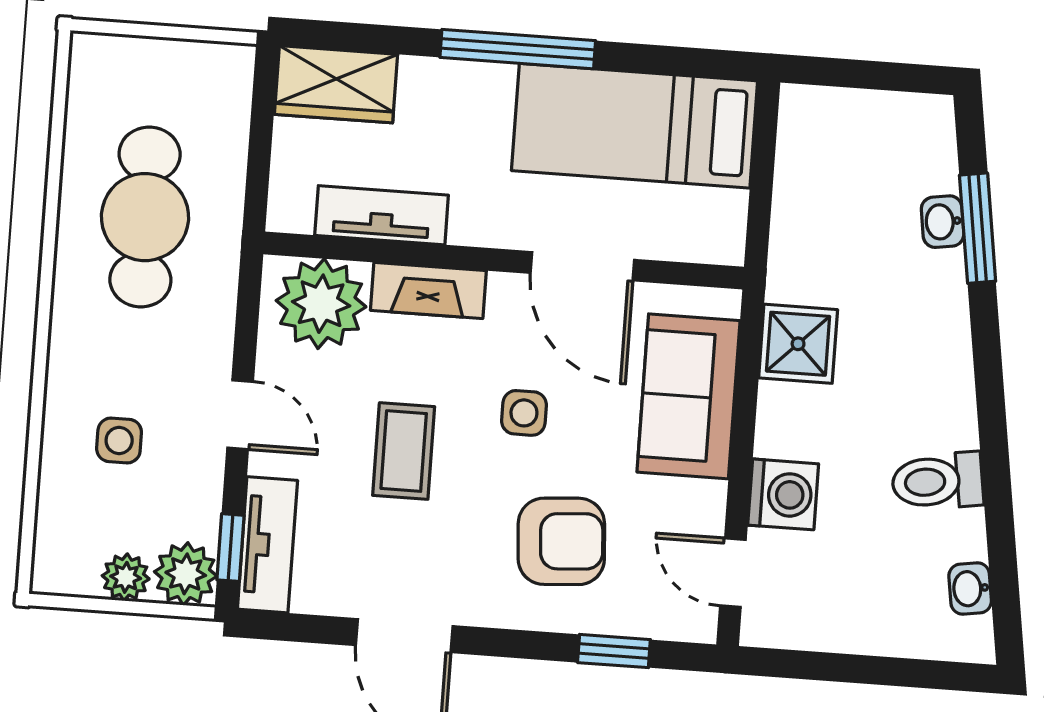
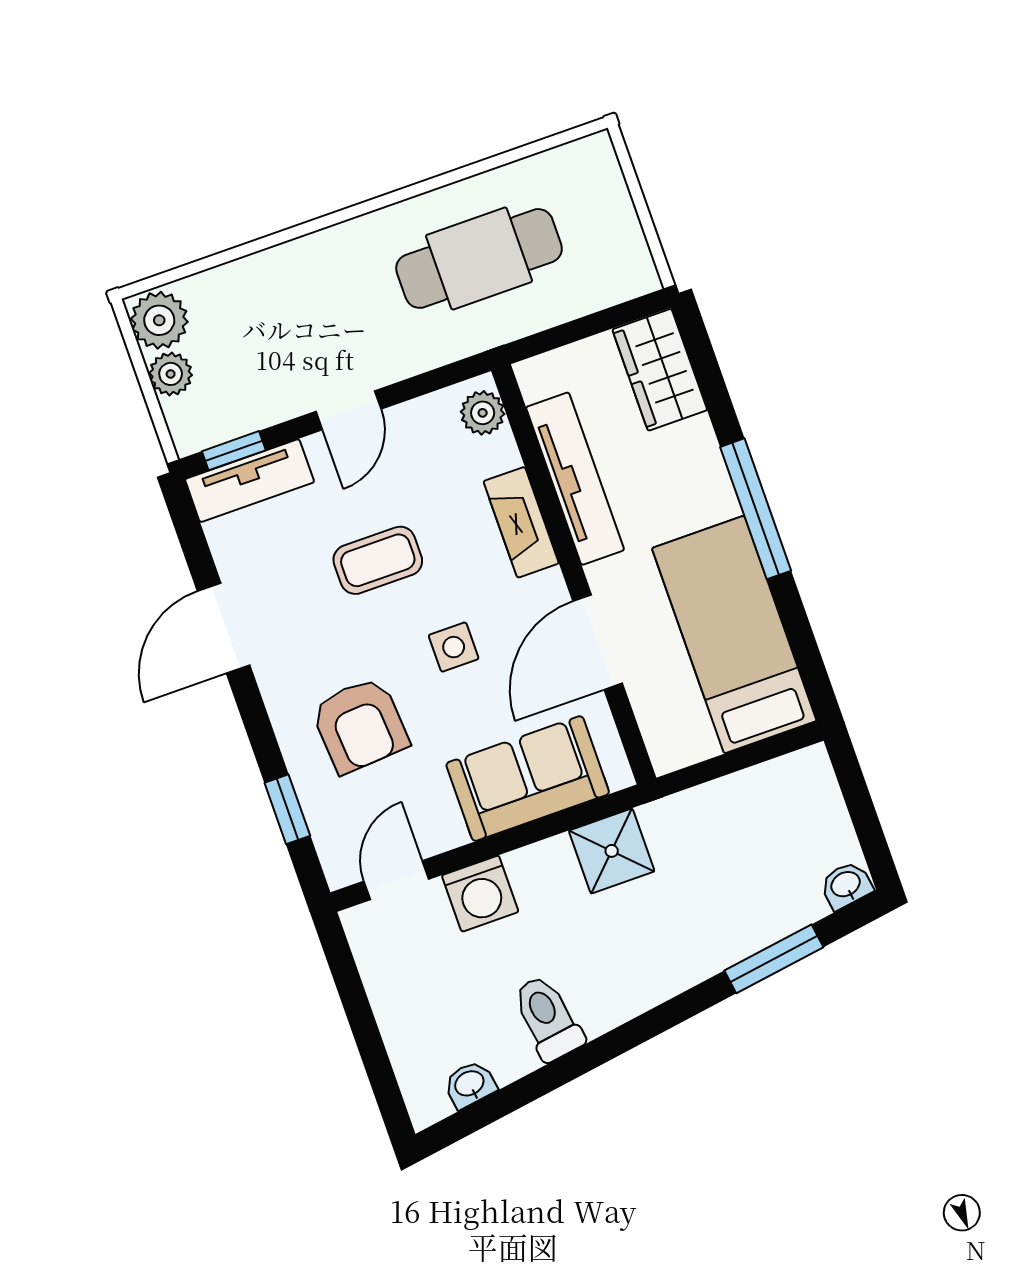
tv unit: (382, 215) -> (575, 479), width x1.41
washbasin: (943, 222) -> (846, 885), moved
plant: (321, 304) -> (483, 413), width x0.53, depth x0.53
side table: (119, 440) -> (283, 318), removed
plant: (186, 574) -> (159, 320), moved

